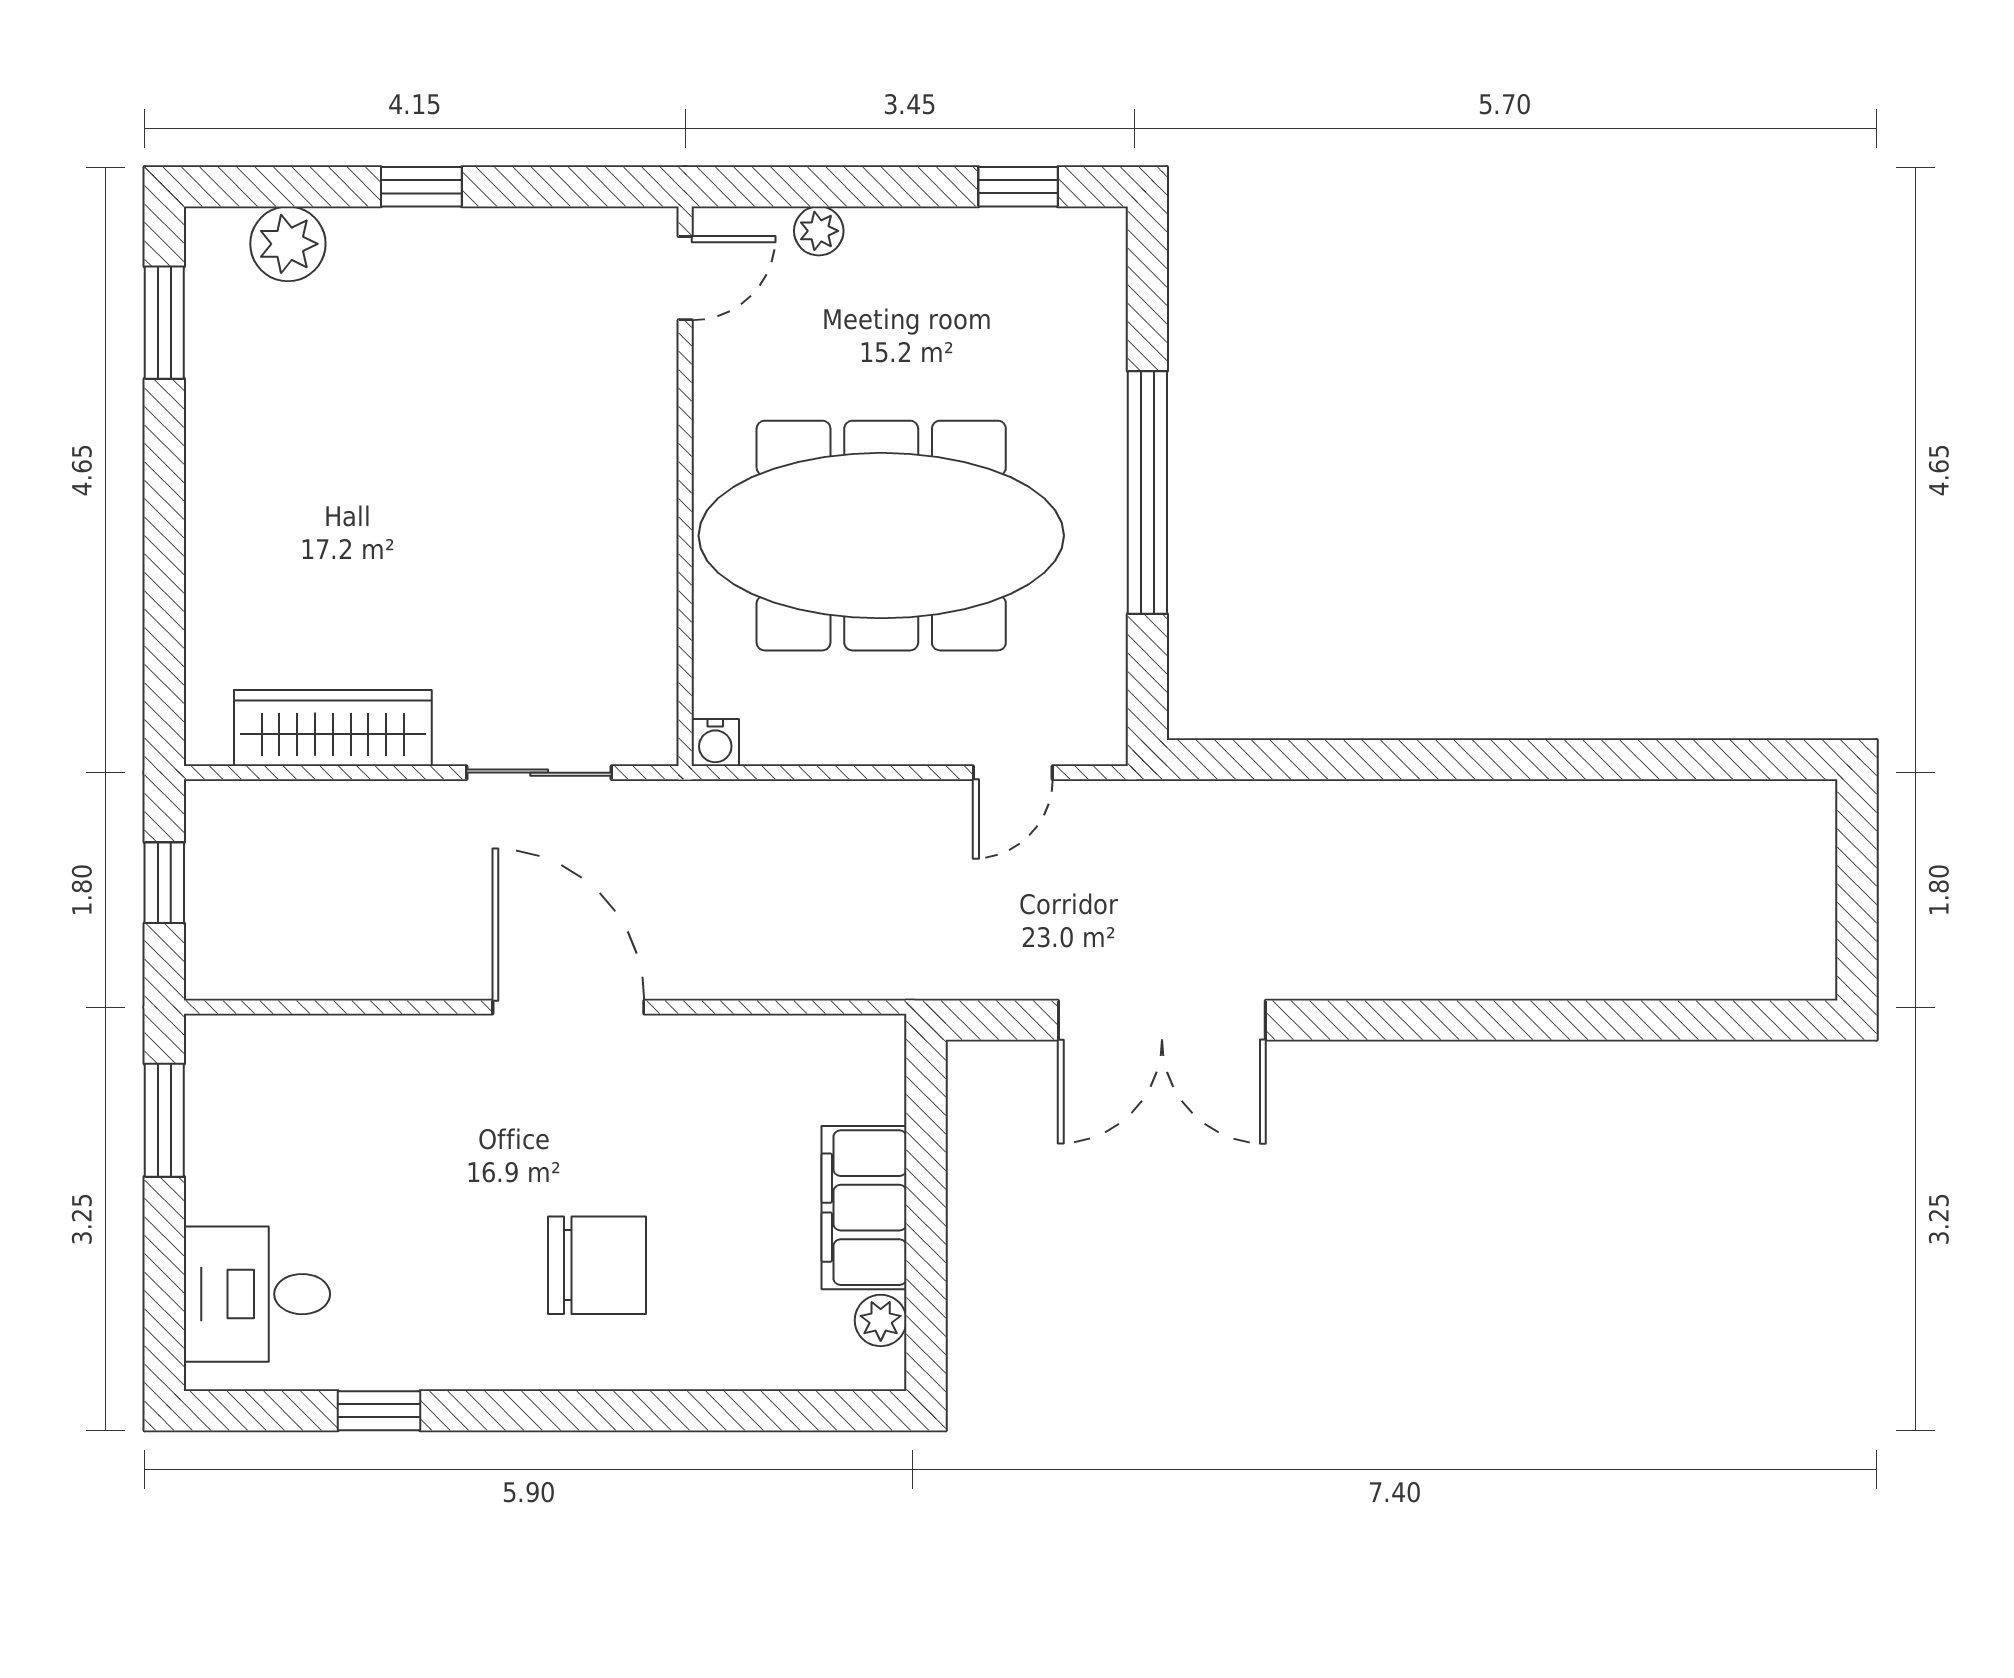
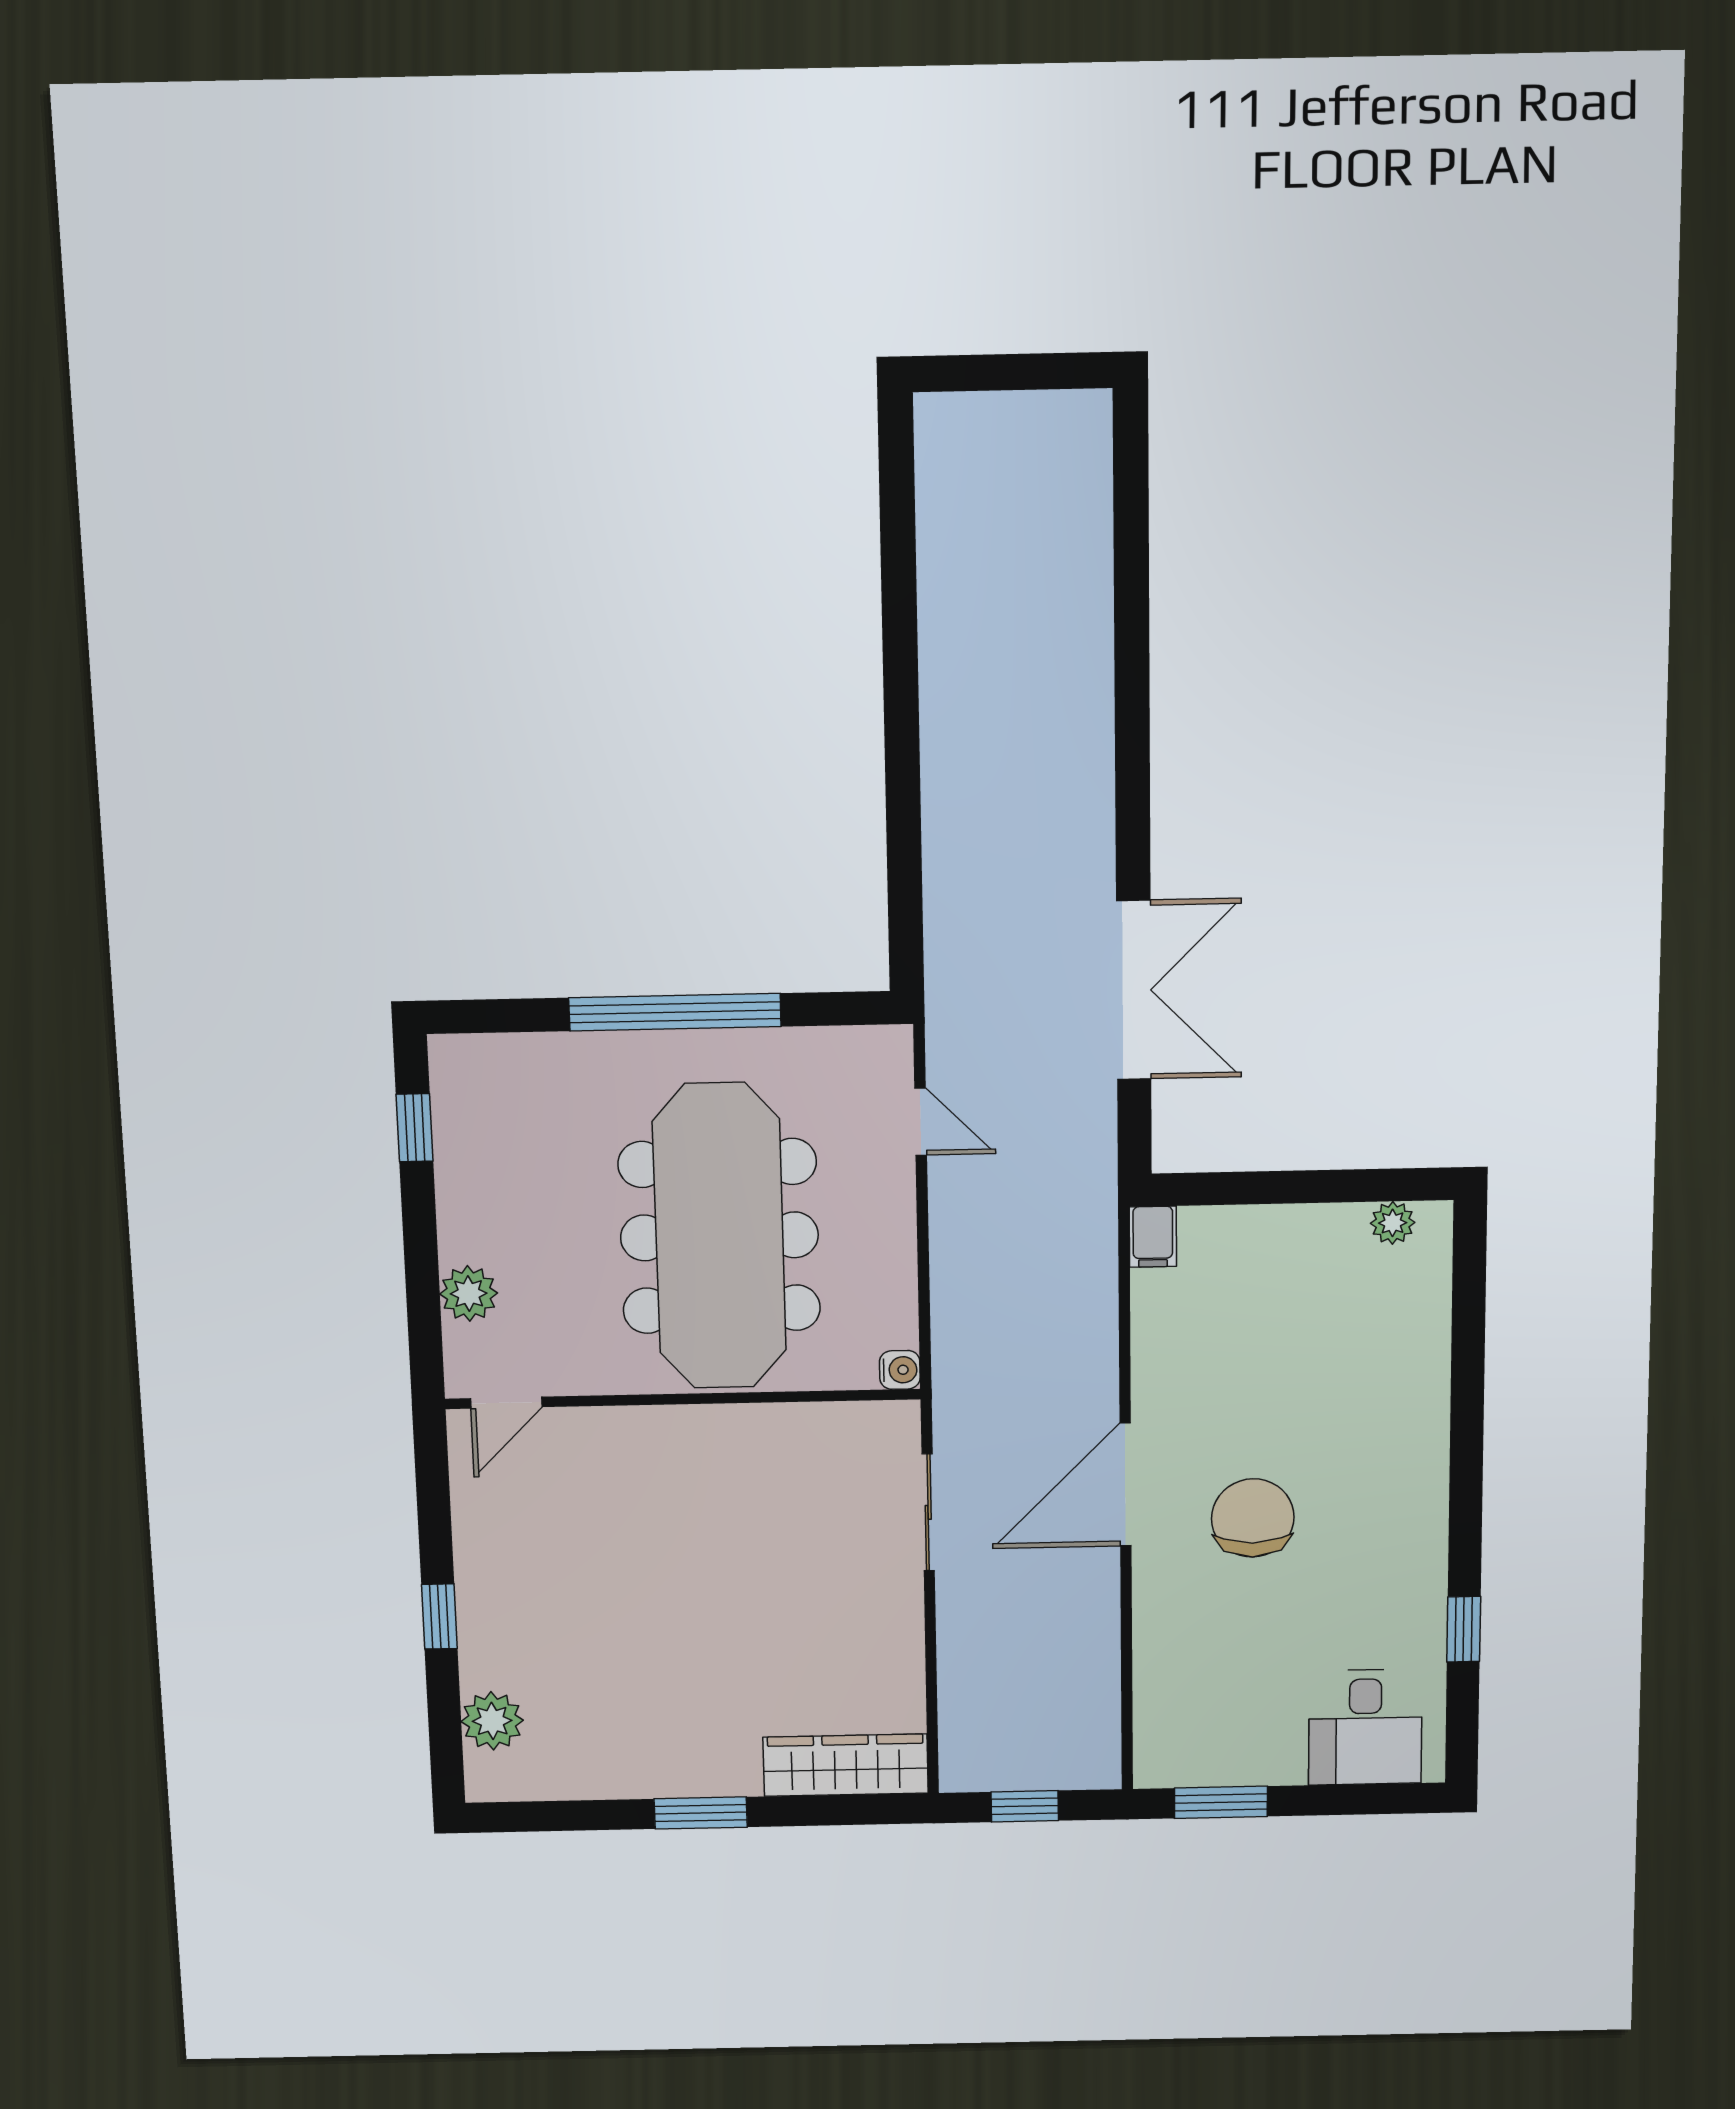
plant: (819, 231) -> (469, 1294), width x1.38, depth x1.38
door: (685, 278) -> (506, 1403), swing flipped
window: (164, 323) -> (701, 1813), moved
wardrobe: (333, 728) -> (846, 1765), moved, turned 90
filing cabinet: (864, 1208) -> (1153, 1237), moved, width x0.33, depth x0.86
chair: (597, 1265) -> (1253, 1518), moved

